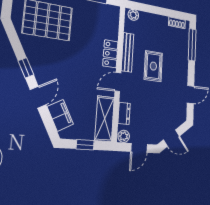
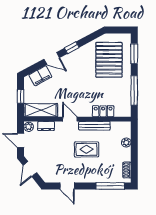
plant: (133, 15) -> (126, 142), moved
locker: (110, 54) -> (103, 111), moved

